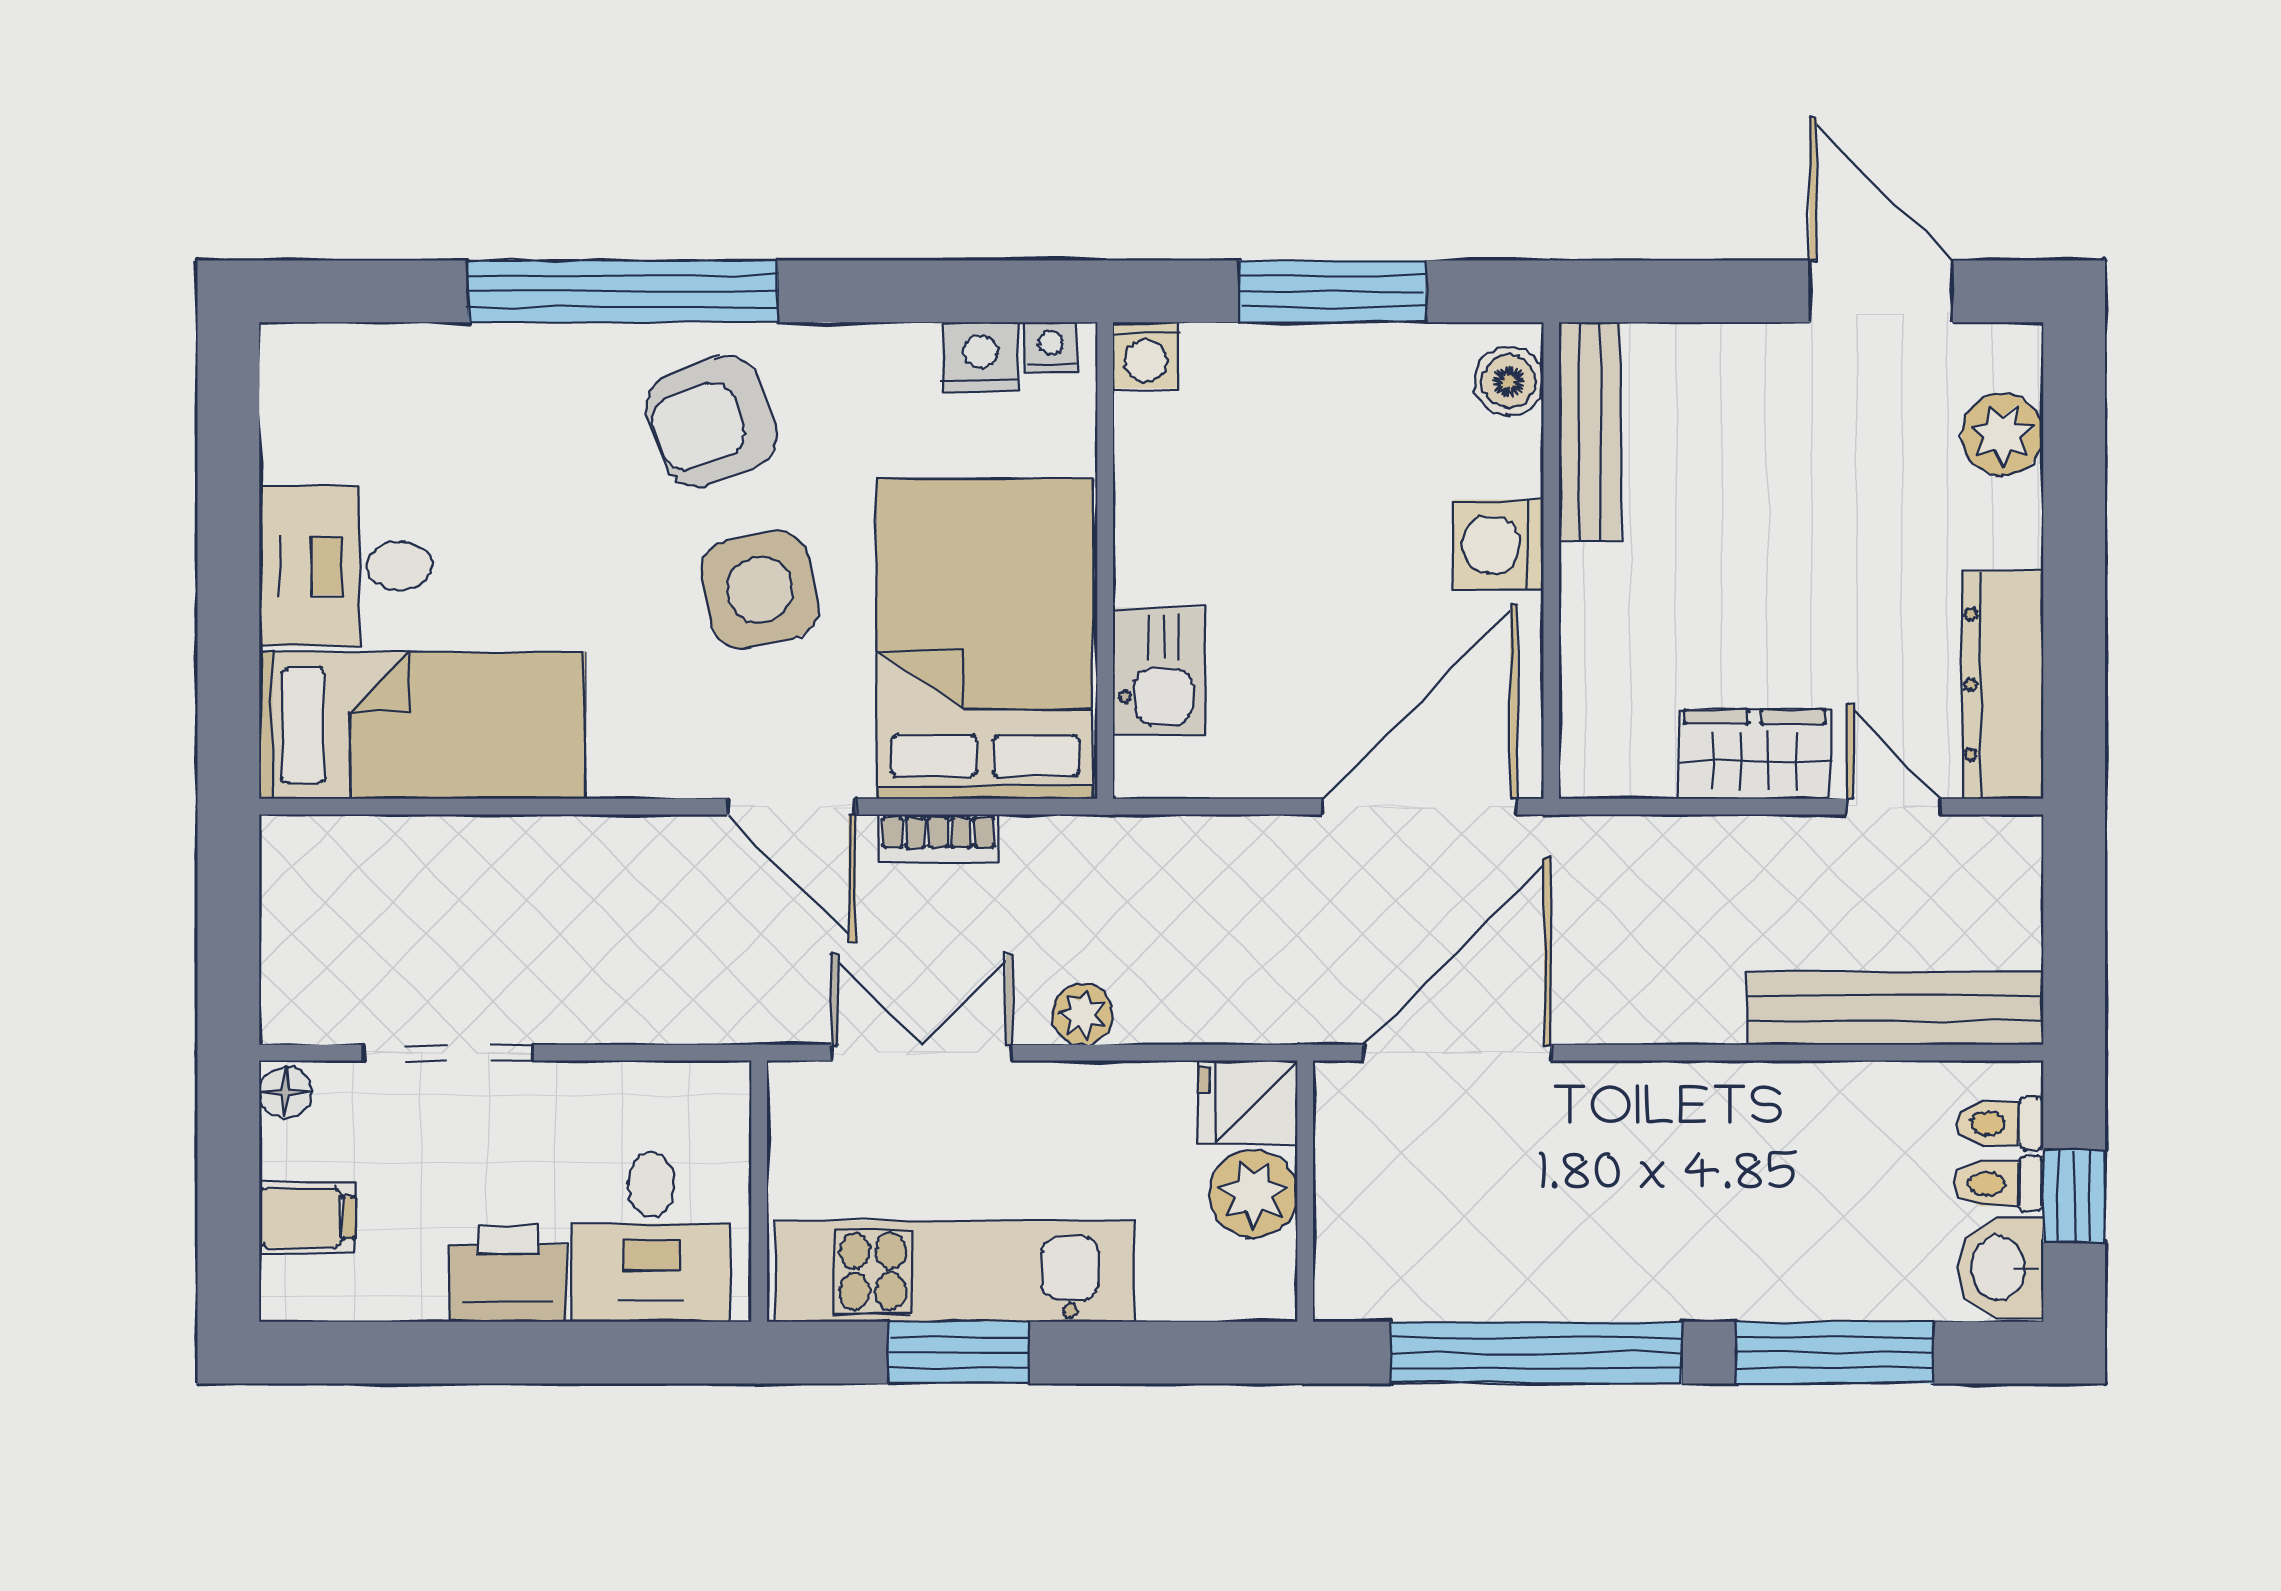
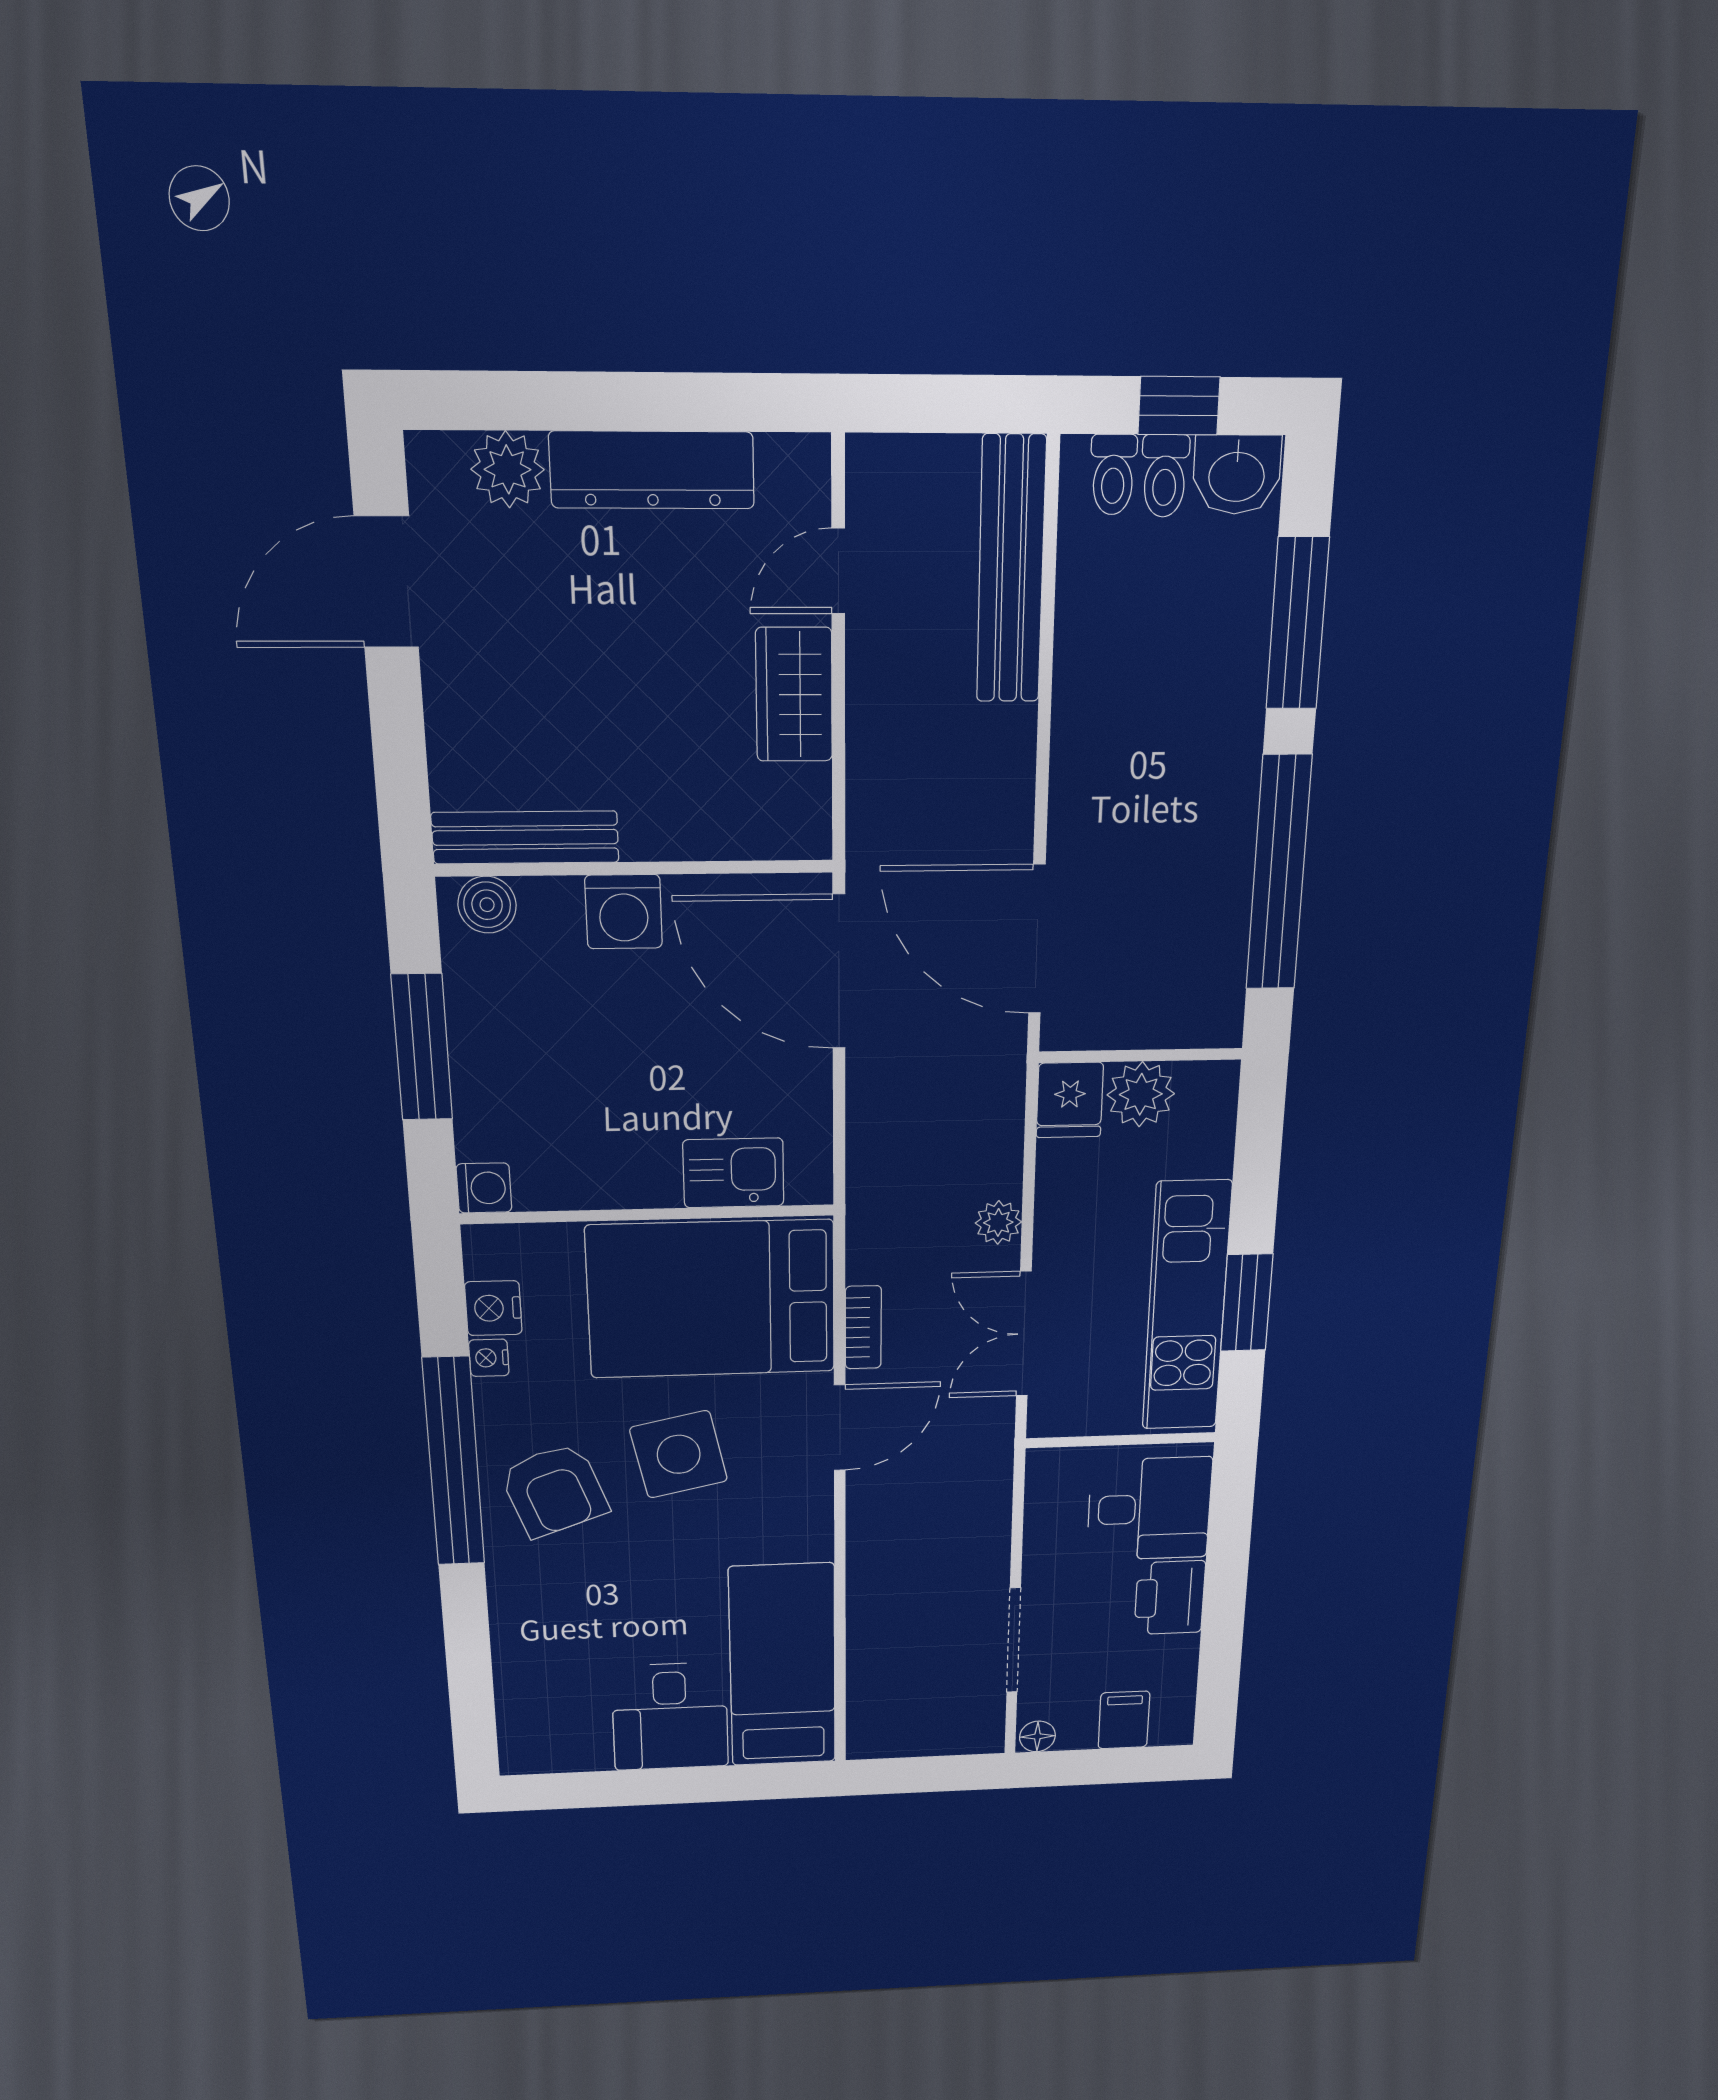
window: (623, 291) -> (454, 1462), moved
nightstand: (1051, 347) -> (489, 1358), moved
dresser: (2003, 685) -> (652, 470), moved

